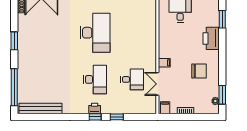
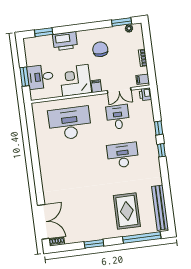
desk: (95, 33) -> (70, 123), moved
corner desk: (172, 43) -> (75, 80), added
rug: (41, 76) -> (127, 211), added
printer: (95, 108) -> (145, 94), moved

